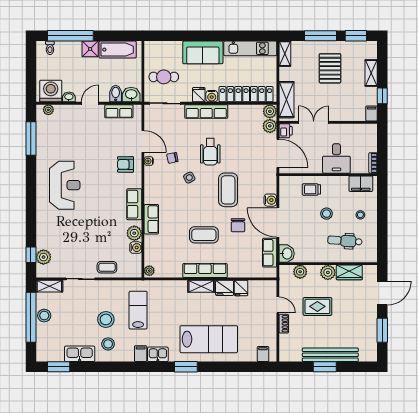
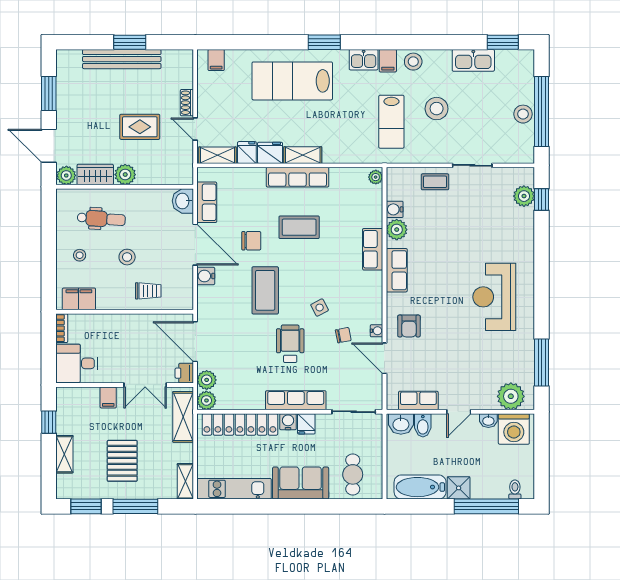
cafe table: (164, 77) -> (353, 474), moved, turned 90
plant: (48, 110) -> (511, 396), width x1.88, depth x1.88
filing cabinet: (372, 113) -> (108, 397), moved
desk: (336, 158) -> (77, 363), moved, turned -90
armchair: (125, 164) -> (409, 326), turned 90
chair: (238, 225) -> (251, 241), turned 90
plant: (300, 272) -> (66, 175), moved
shelving: (49, 286) -> (218, 155), moved
door: (382, 293) -> (49, 146), hinge flipped
stool: (108, 344) -> (413, 62), moved

